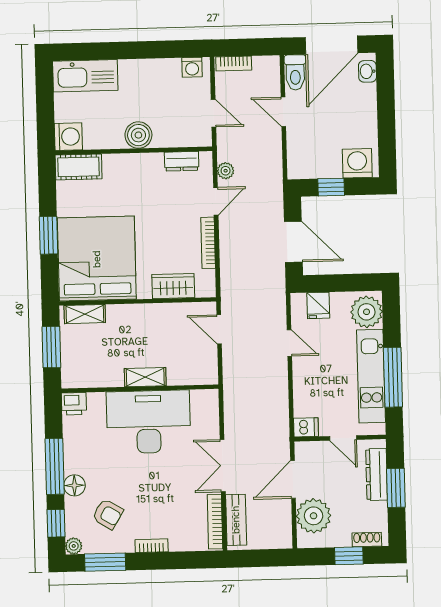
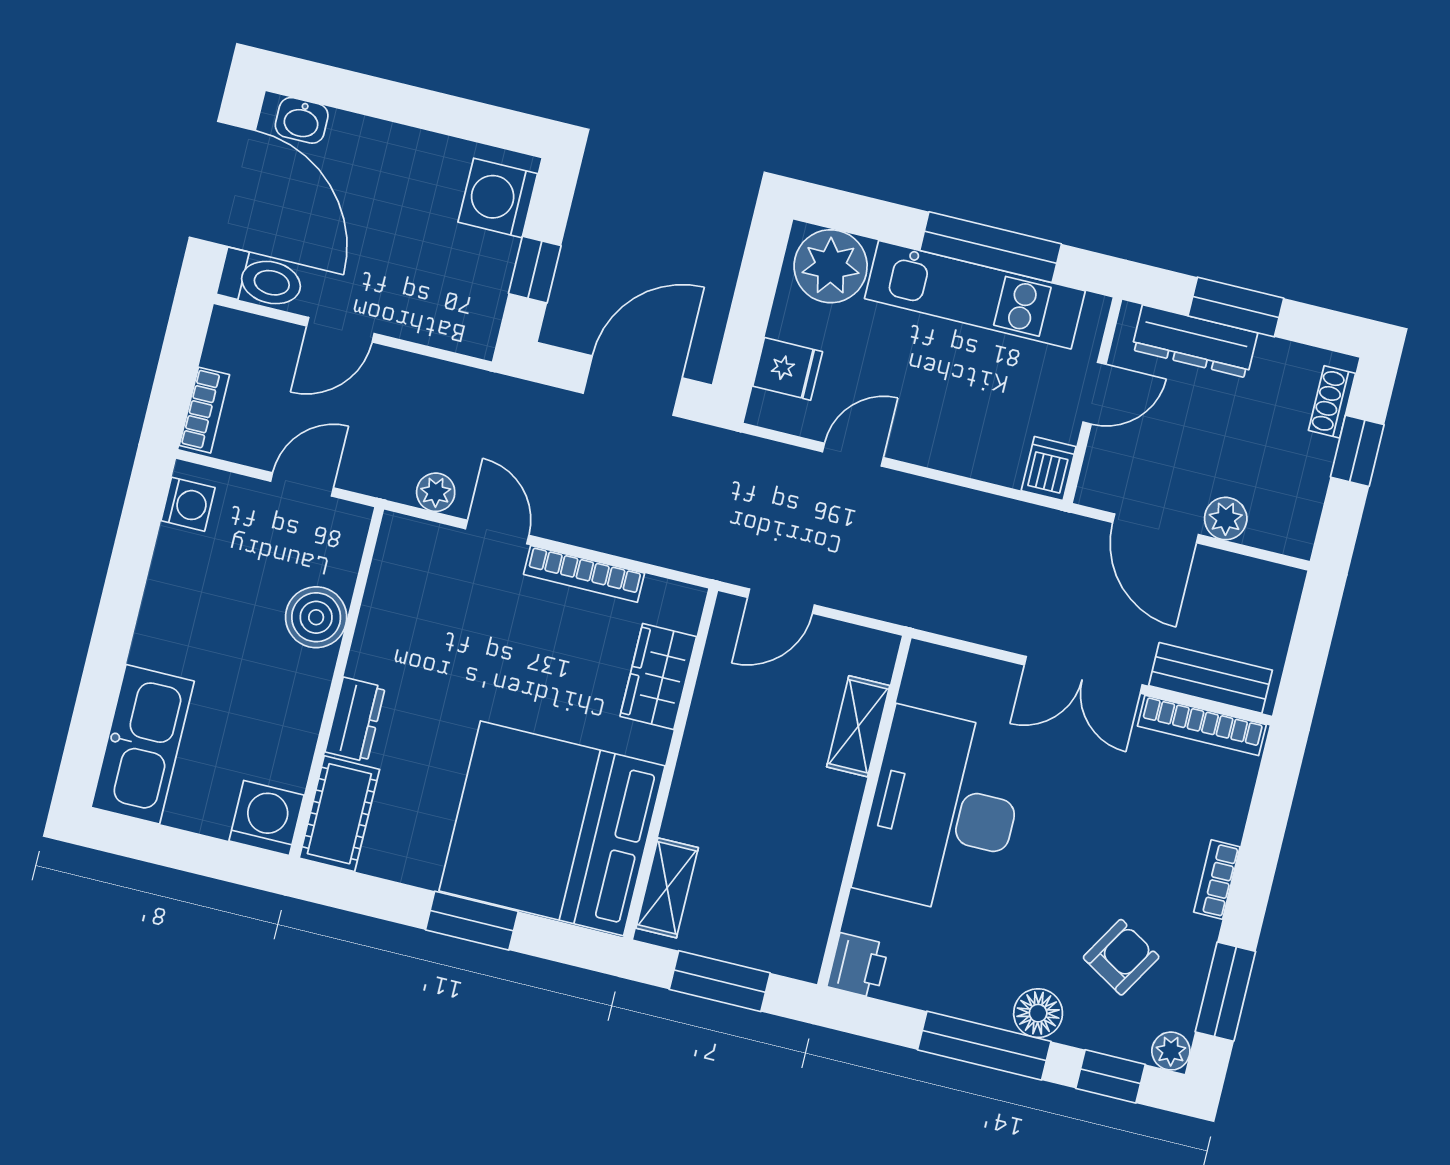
boiler: (138, 135) -> (316, 617), moved
dresser: (182, 161) -> (355, 720), moved
shelving: (145, 377) -> (858, 726), moved
plant: (314, 516) -> (1226, 519), width x0.53, depth x0.53

